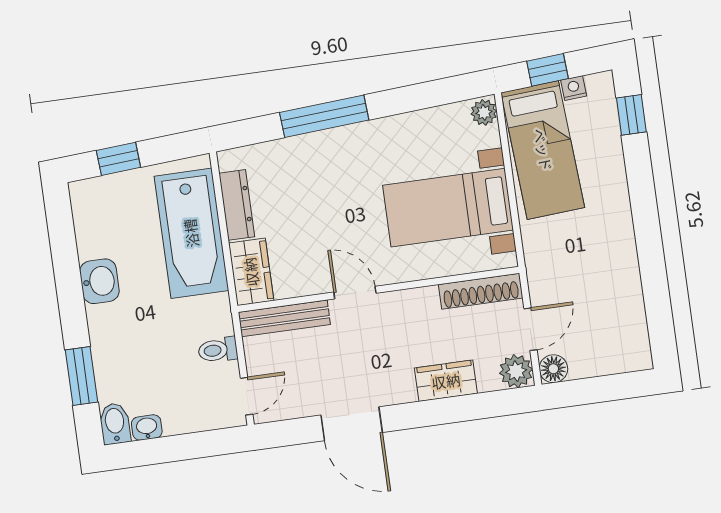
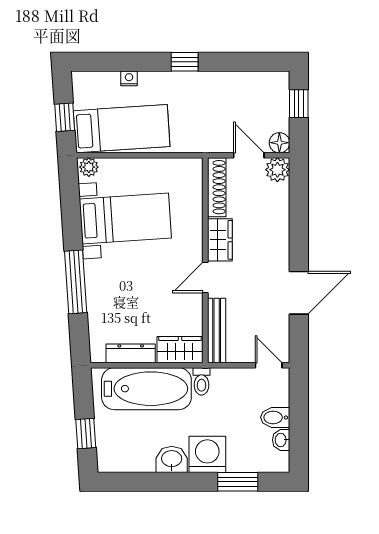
nightstand: (574, 88) -> (129, 78), moved, turned 94
window: (631, 115) -> (185, 62), moved
bed with nightstands: (448, 208) -> (125, 218), moved, turned -94
washing machine: (113, 329) -> (207, 454), added
toilet: (218, 350) -> (202, 381), moved
wardrobe: (446, 381) -> (220, 240), moved, turned 180
window: (611, 388) -> (299, 104), added
bidet: (115, 424) -> (275, 417), moved

